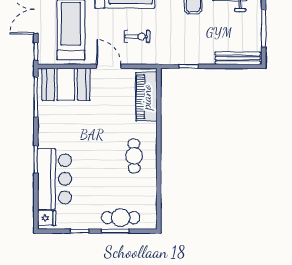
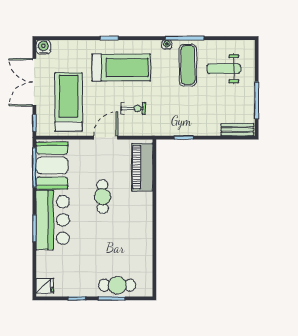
bench: (238, 58) -> (237, 130), width x0.73
door: (109, 66) -> (106, 138), hinge flipped
booth: (66, 84) -> (52, 166), moved, turned 90
cafe table: (134, 156) -> (103, 197), moved
bar counter: (55, 179) -> (53, 220), moved

